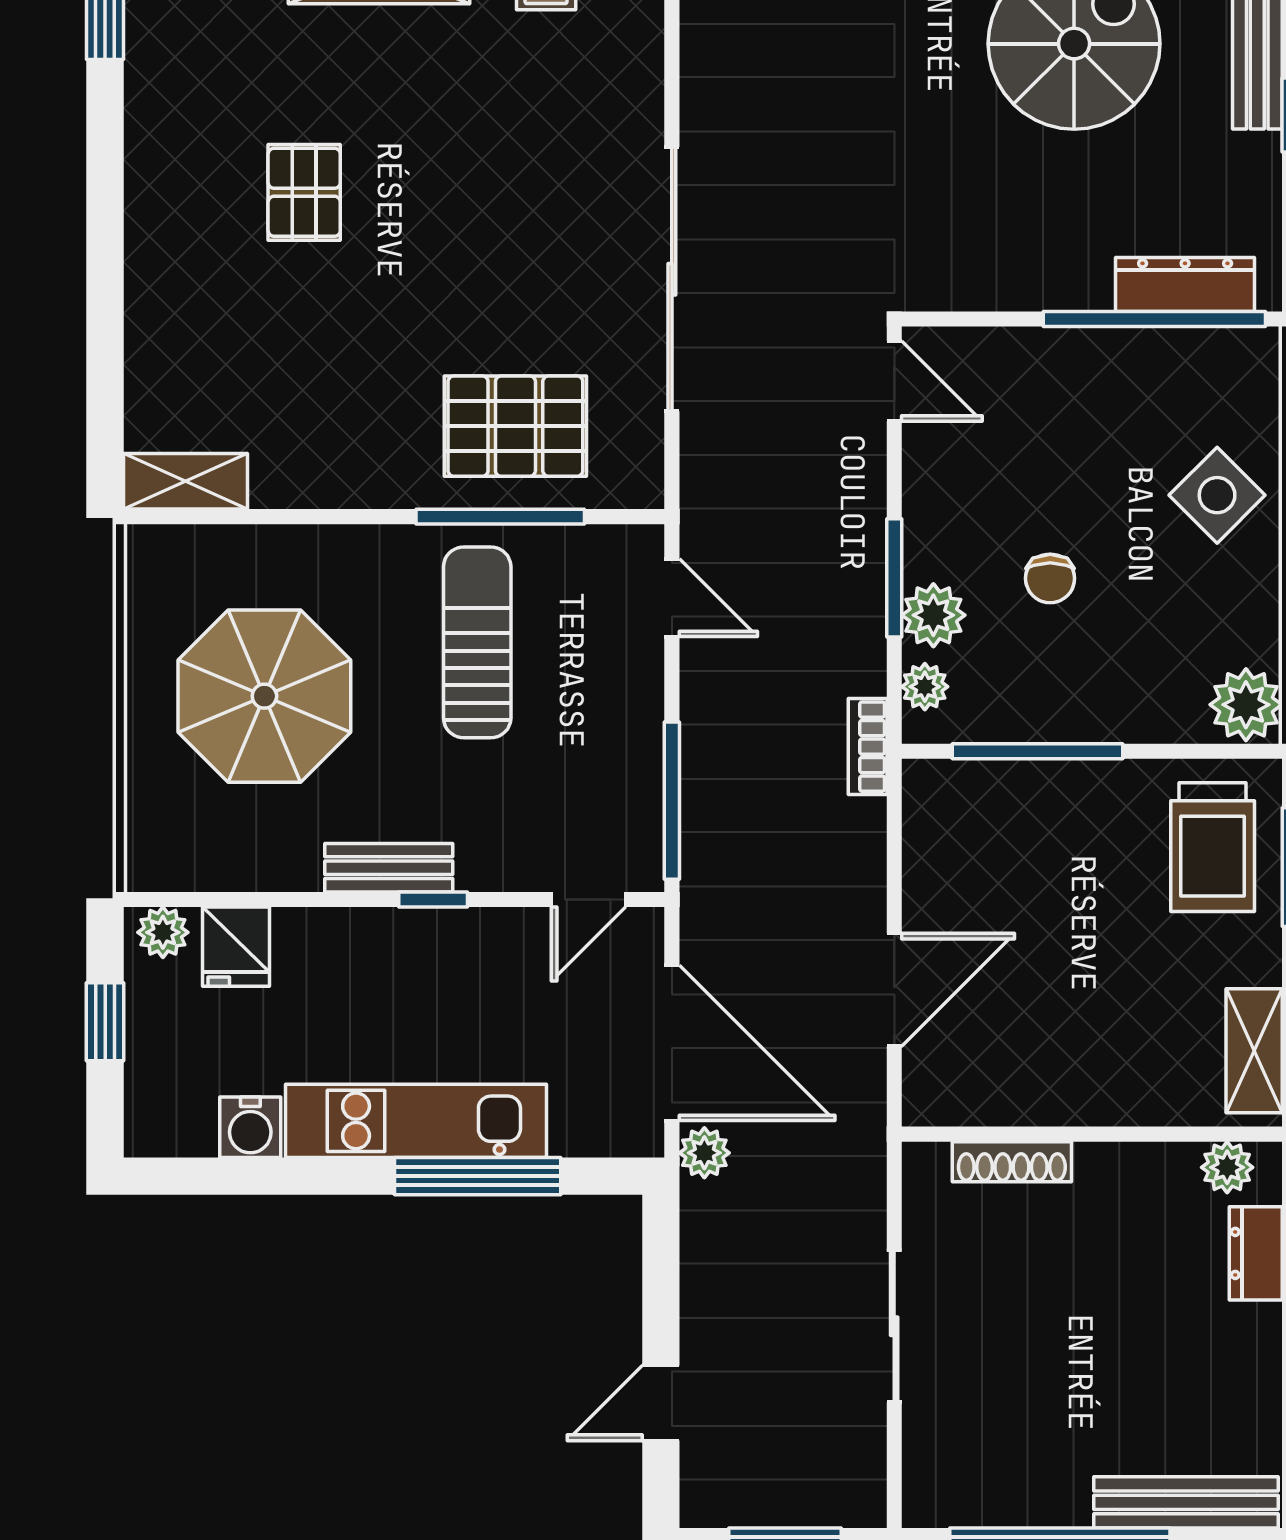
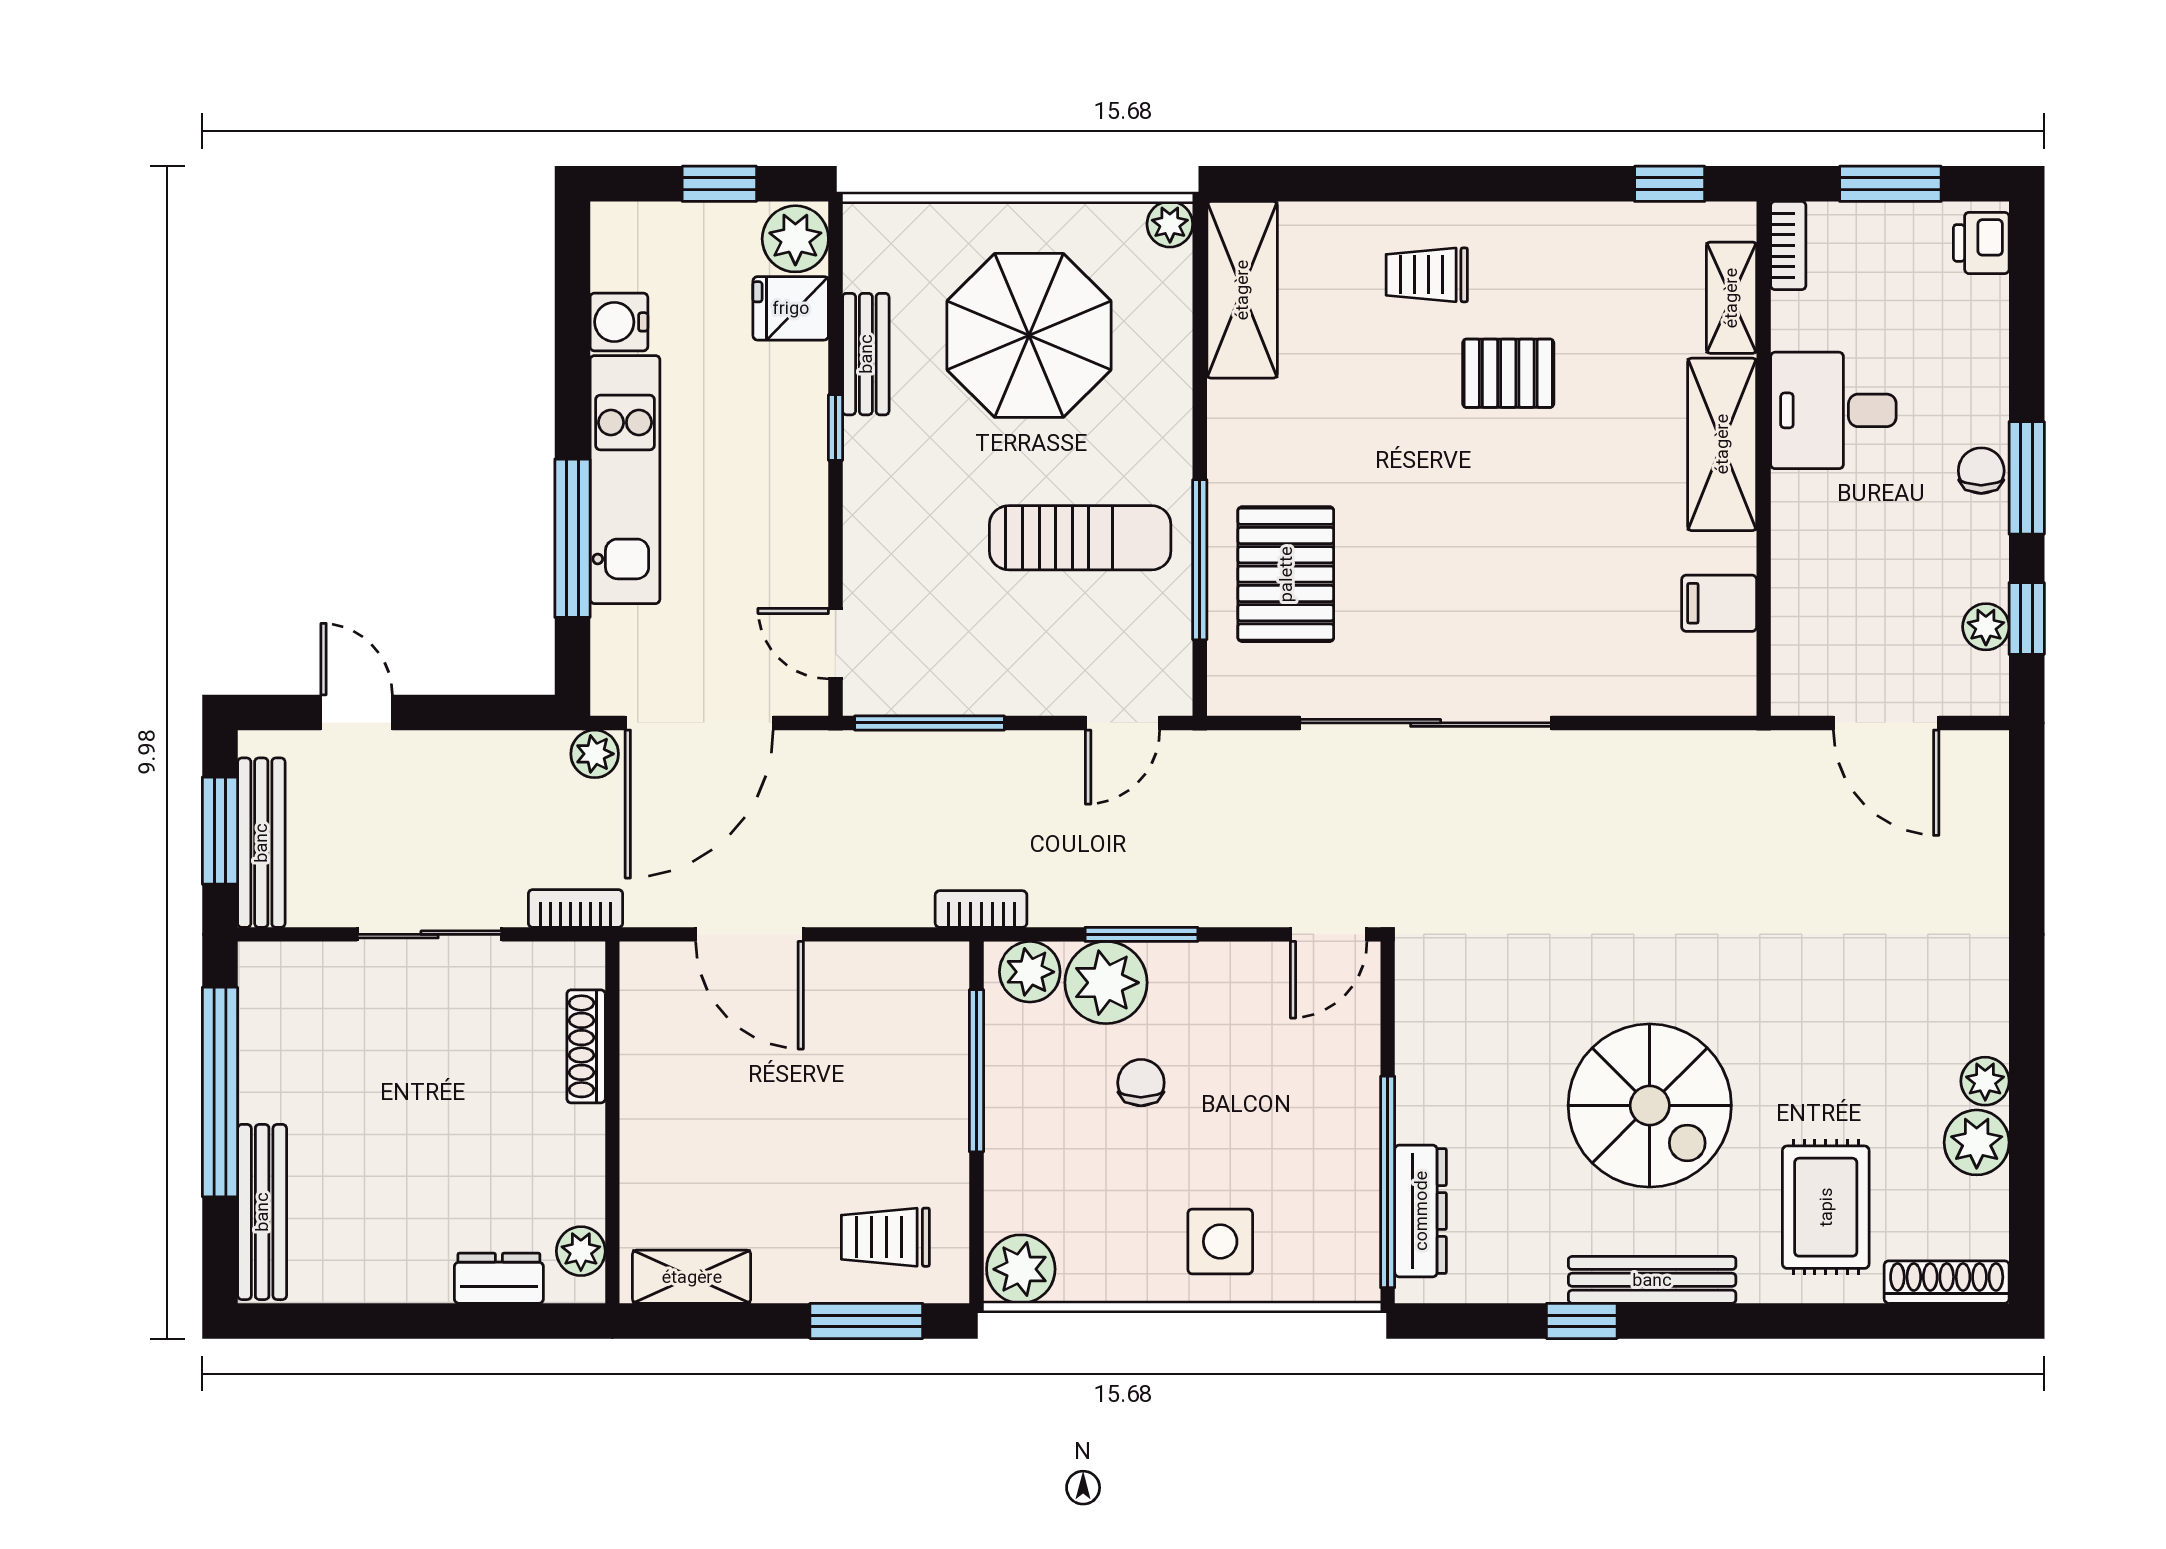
trolley: (201, 278) -> (1427, 275), added
shelving: (185, 481) -> (1242, 290), width x1.50, depth x1.33
side table: (1217, 495) -> (1220, 1241), turned 45
plant: (148, 548) -> (1170, 224), added
chair: (1050, 578) -> (1141, 1083), turned 90
plant: (933, 615) -> (1106, 983), width x1.36, depth x1.36
plant: (925, 687) -> (1030, 972), width x1.38, depth x1.38
trolley: (1213, 847) -> (885, 1237), width x0.73, depth x0.72
bench: (389, 868) -> (866, 354), moved
window: (433, 899) -> (836, 428), moved
plant: (163, 932) -> (795, 239), width x1.38, depth x1.38
bookcase: (867, 1173) -> (576, 908), added
bench: (798, 1503) -> (261, 843), added

